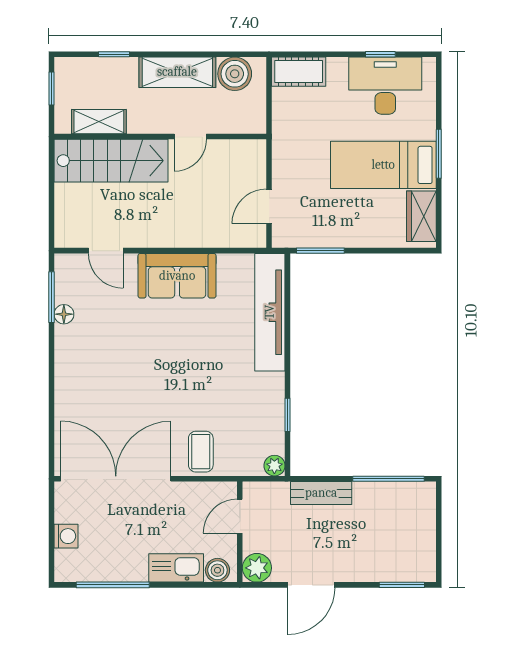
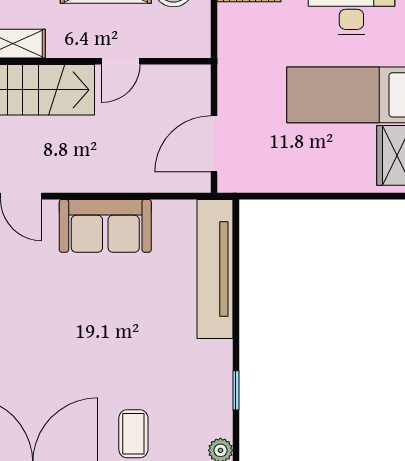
door: (269, 206) -> (214, 144), width x1.38
window: (320, 251) -> (275, 196), removed

